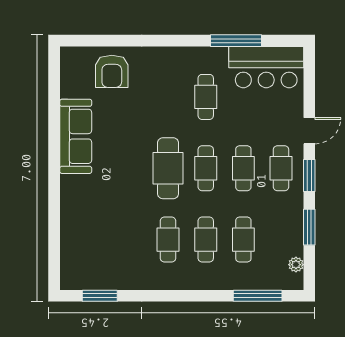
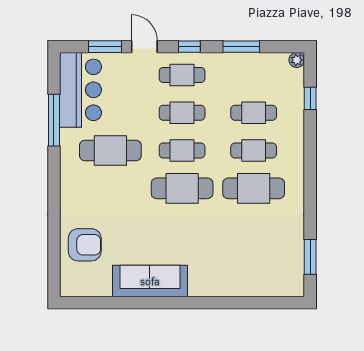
window: (309, 91) -> (105, 47), added
cafe table: (206, 97) -> (110, 151), width x1.37, depth x1.35
window: (309, 176) -> (189, 47), width x0.67
cafe table: (168, 240) -> (254, 188), width x1.37, depth x1.35
plant: (296, 265) -> (297, 60), moved
window: (258, 296) -> (310, 98), width x0.46

